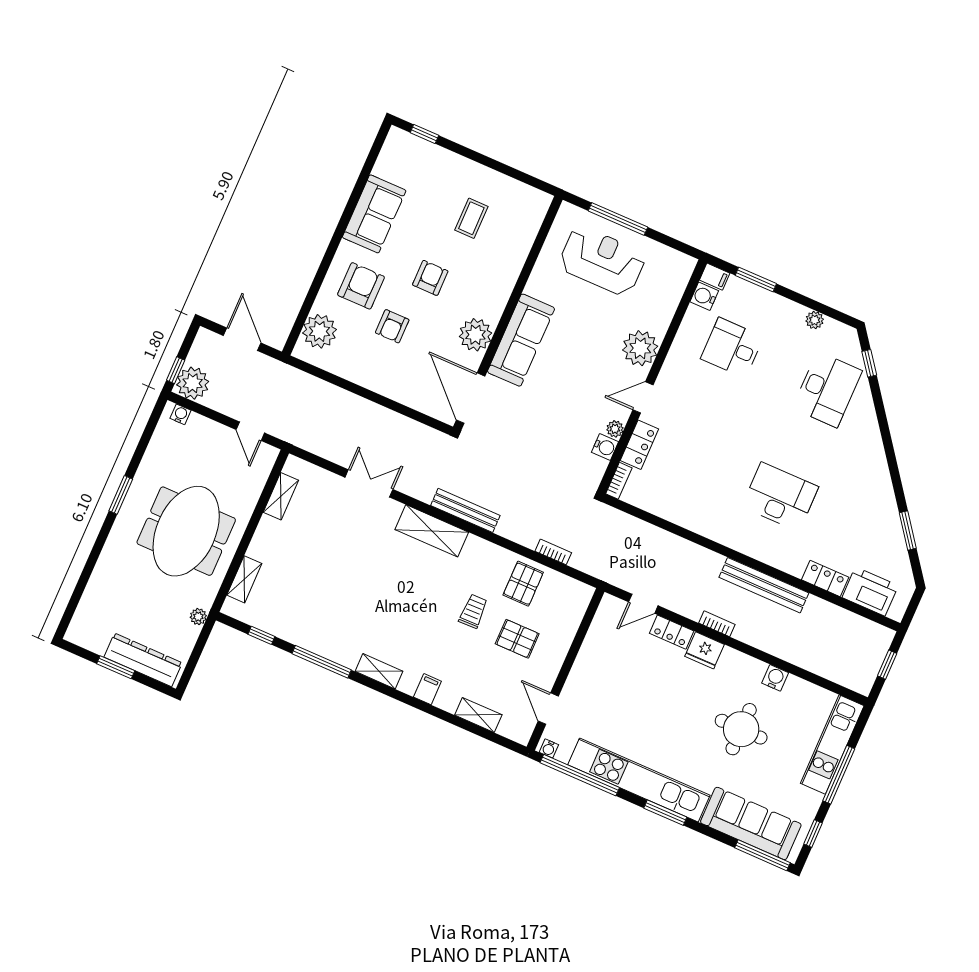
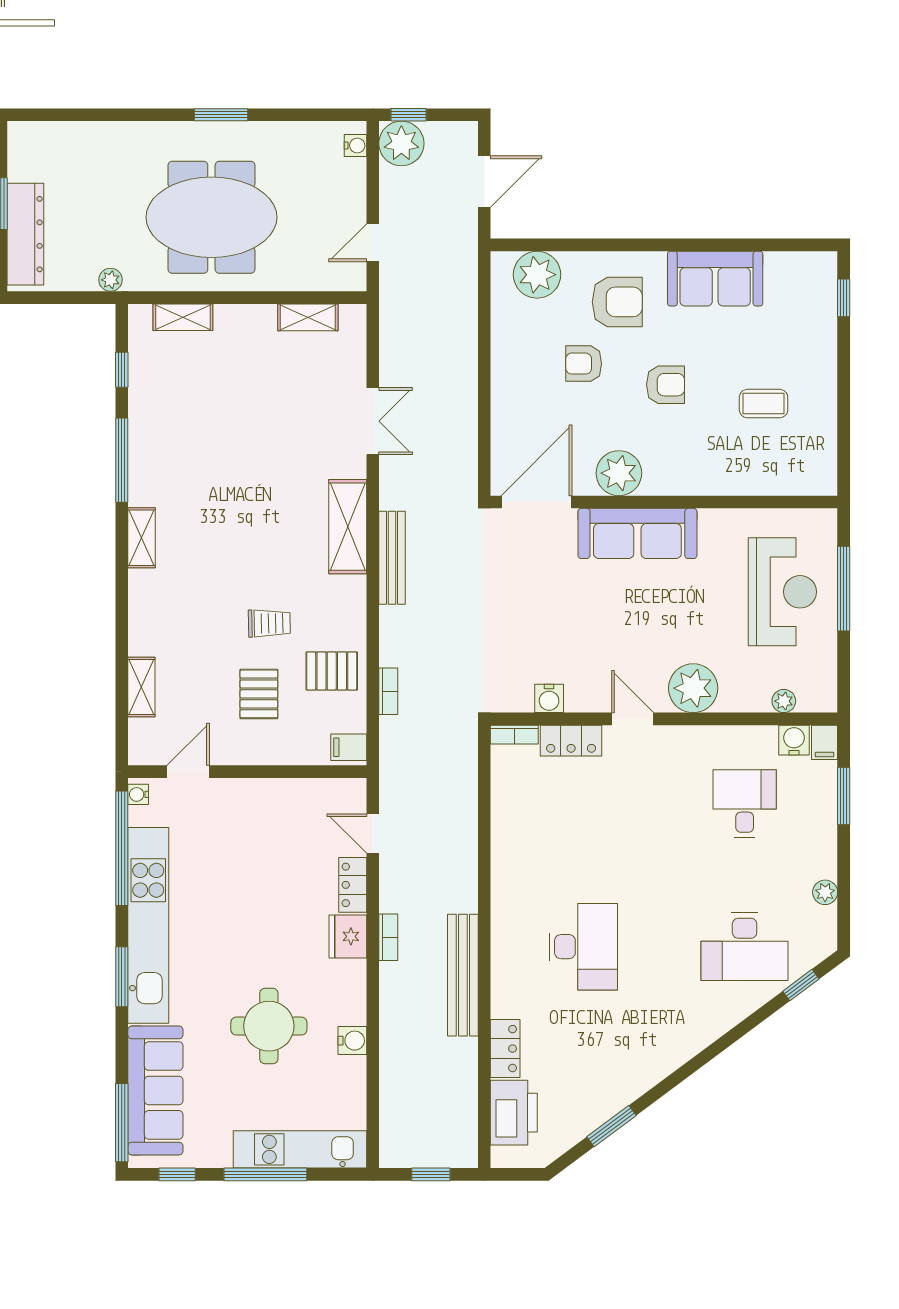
plant: (615, 429) -> (784, 701), moved
filing cabinet: (427, 689) -> (349, 747), moved, turned 180

